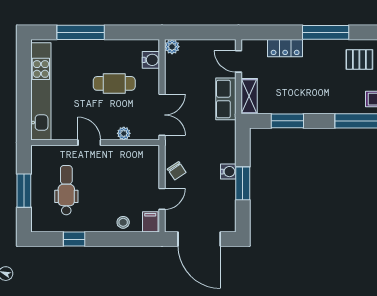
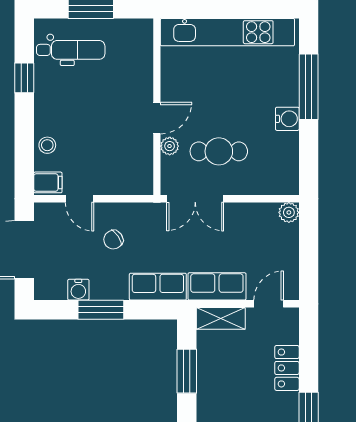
water cooler: (151, 60) -> (287, 119), moved, turned -90
cafe table: (114, 83) -> (219, 151), moved, turned 90
row of seats: (226, 142) -> (158, 287), added
door: (89, 143) -> (157, 118), moved
chair: (177, 171) -> (113, 240), moved
water cooler: (228, 172) -> (78, 290), moved
dental chair: (66, 190) -> (71, 50), moved

